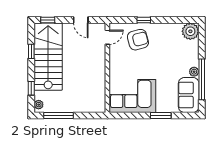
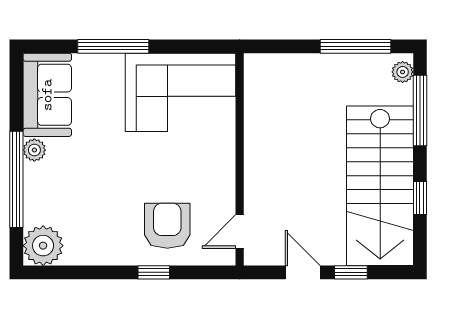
window: (48, 20) -> (351, 272), moved
armchair: (138, 40) -> (167, 226), turned 105
window: (202, 79) -> (16, 179), moved
window: (31, 88) -> (420, 111), width x2.17
window: (161, 115) -> (113, 46), width x1.44

